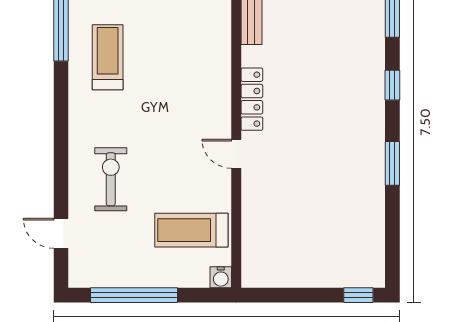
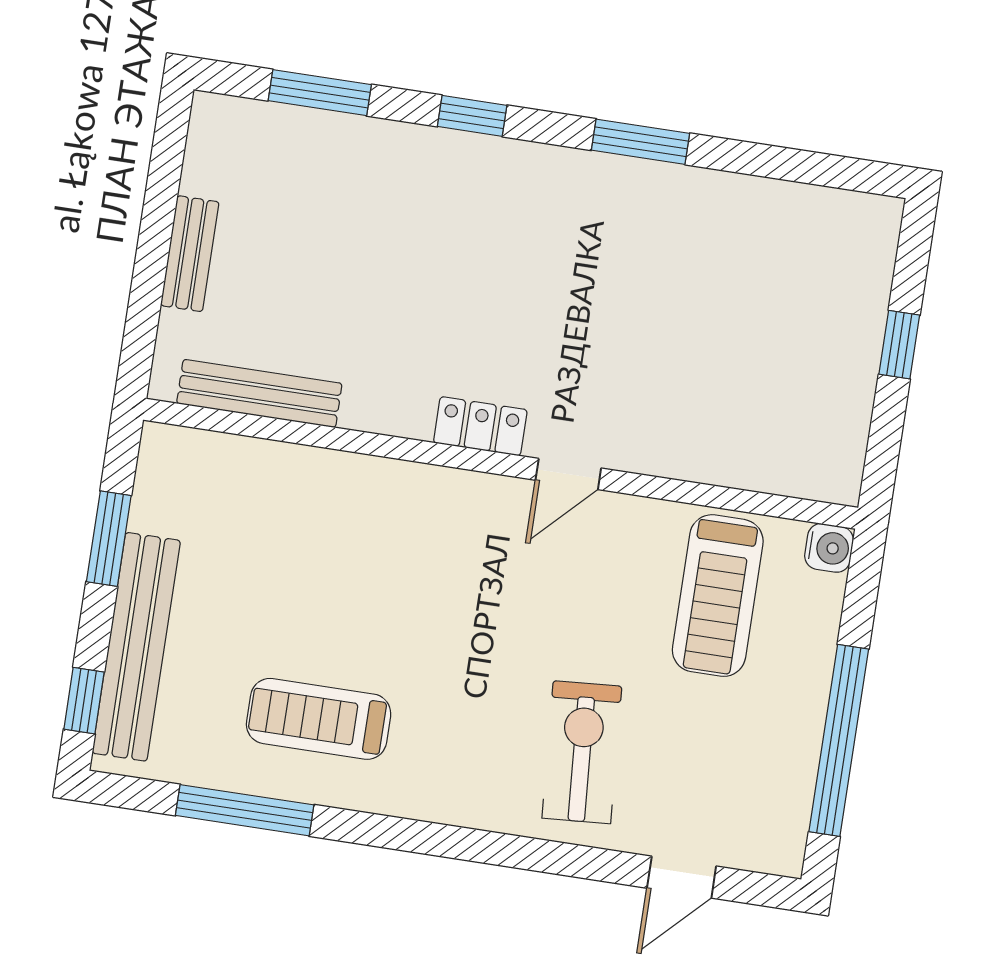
locker: (252, 99) -> (480, 426), width x0.66
exercise bike: (111, 179) -> (582, 752), turned 86
window: (358, 295) -> (899, 345), moved

